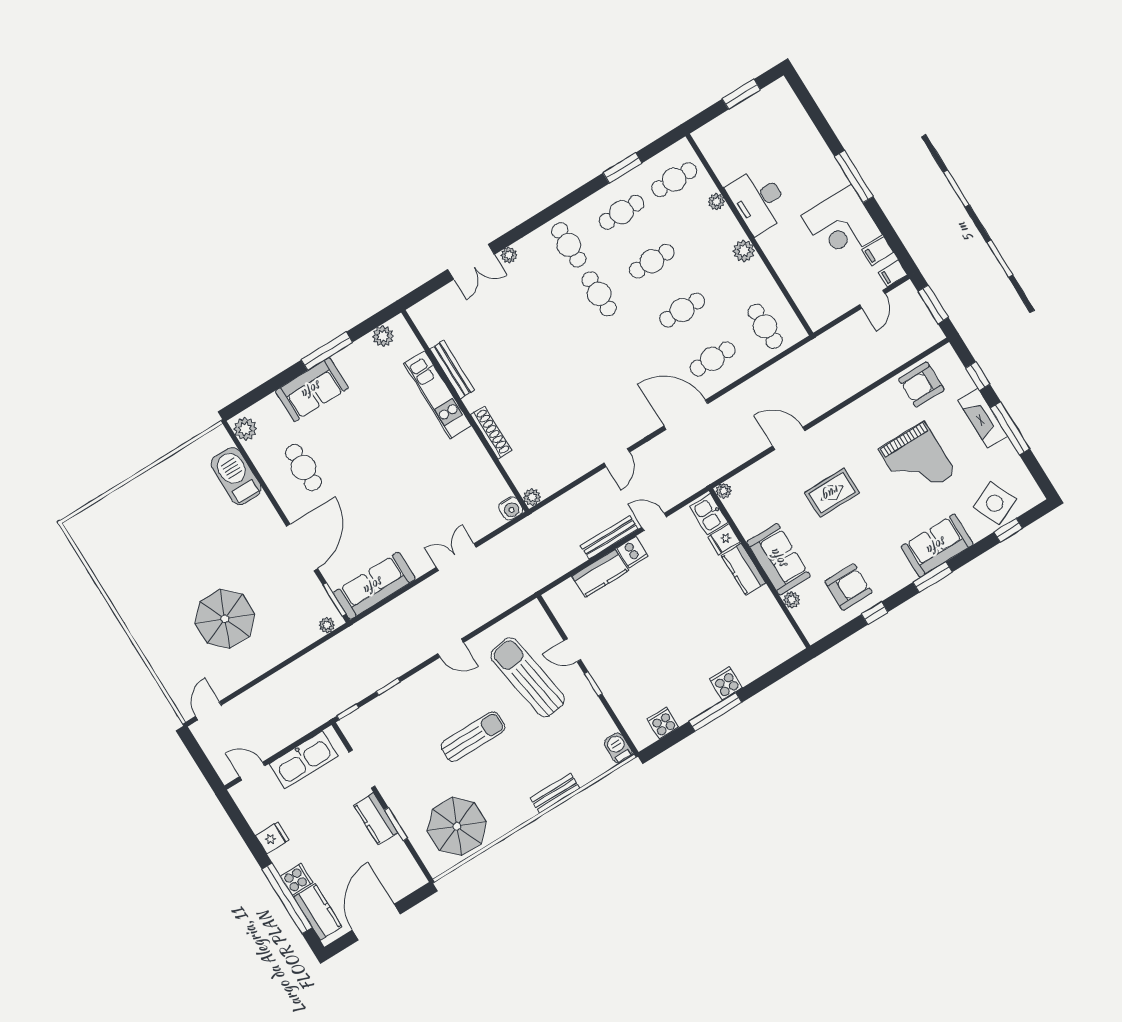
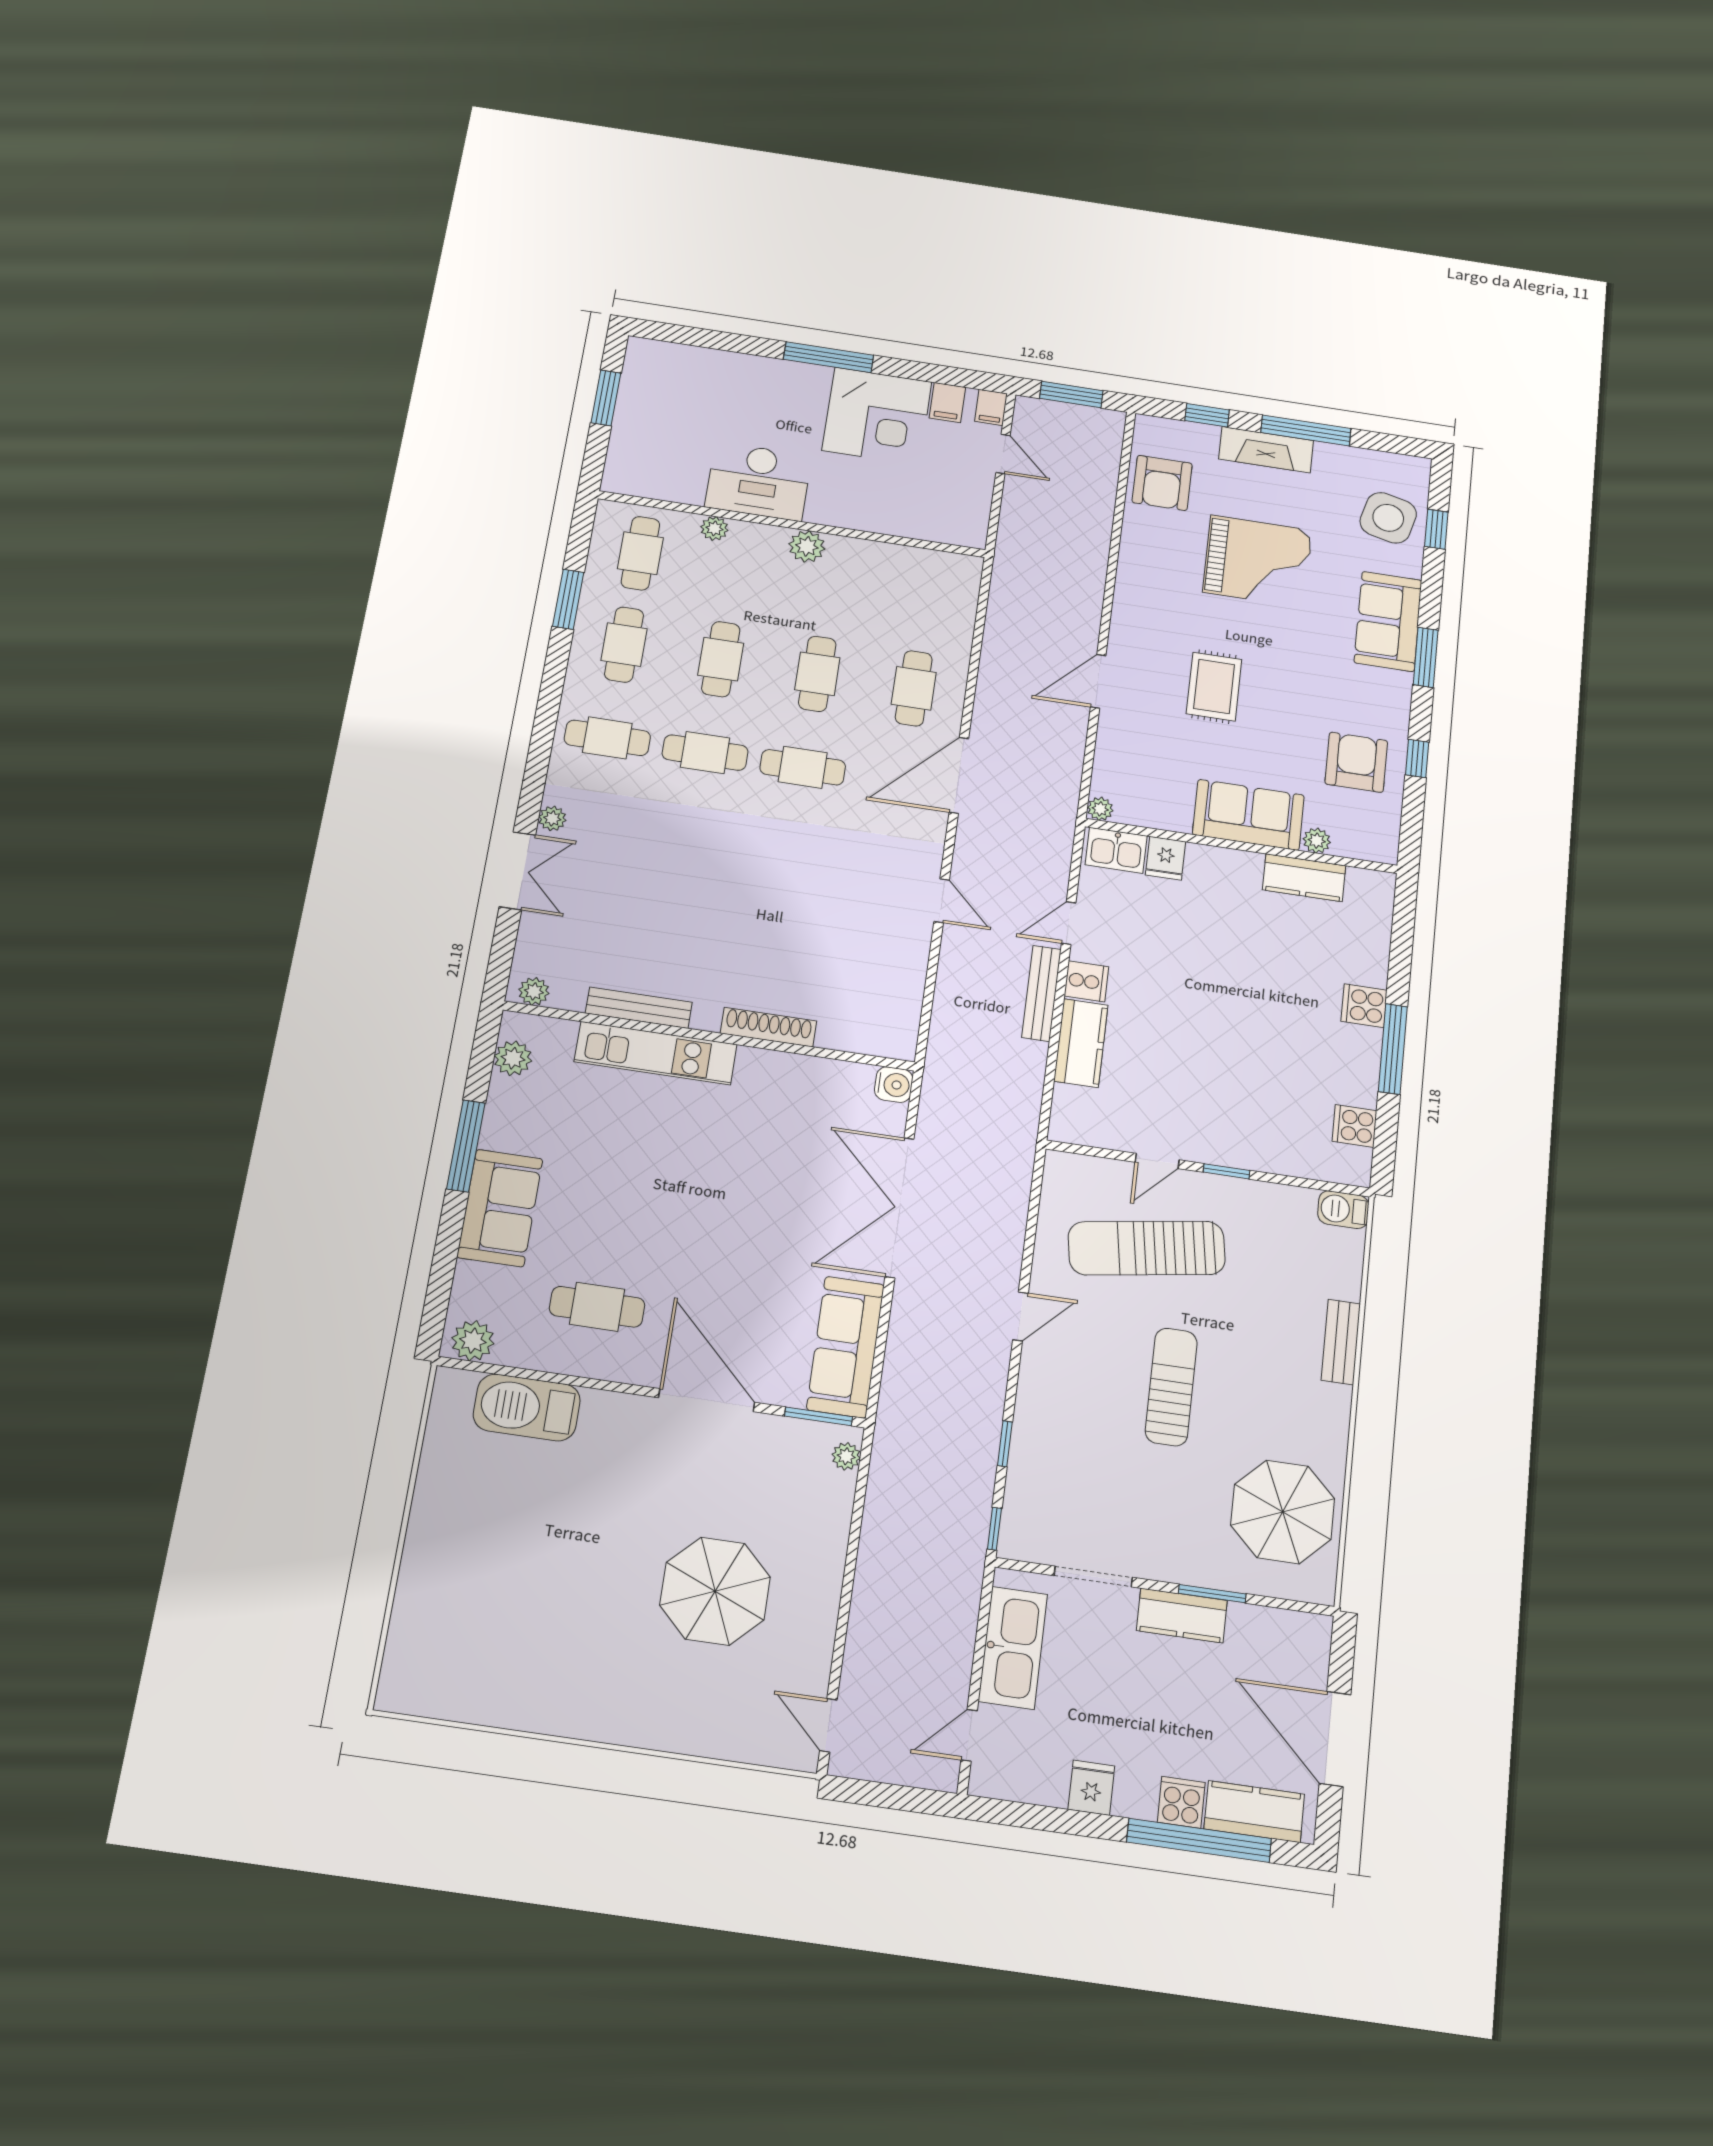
cafe table: (765, 326) -> (803, 767), moved
plant: (532, 497) -> (534, 991), moved
side table: (995, 503) -> (1388, 518), turned 38
double door: (456, 557) -> (900, 1207), width x1.87
kitchen counter: (743, 569) -> (1304, 878), moved

